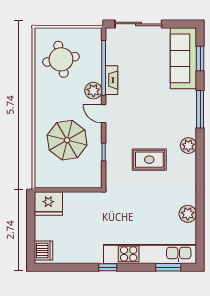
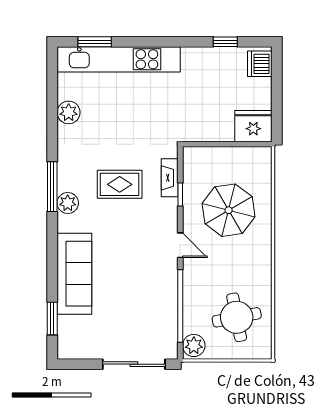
sofa: (183, 58) -> (74, 274), moved
fireplace: (111, 80) -> (170, 178), moved
plant: (93, 91) -> (194, 345), moved
window: (200, 109) -> (52, 187), moved
window: (108, 267) -> (225, 42), moved

